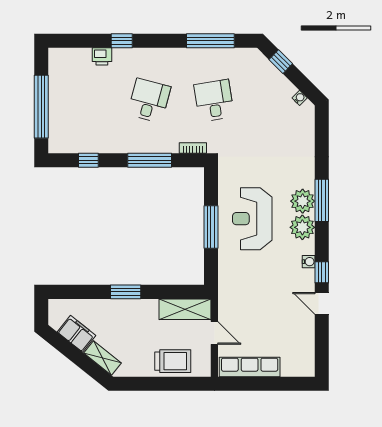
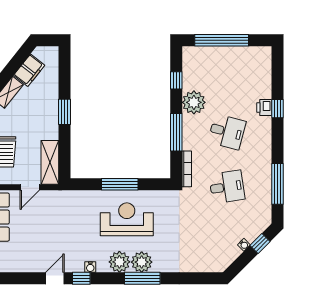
printer: (102, 56) -> (264, 107), moved
water cooler: (300, 98) -> (244, 245), moved
plant: (114, 140) -> (194, 102), added
bookcase: (193, 148) -> (187, 169), width x1.56

